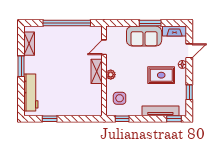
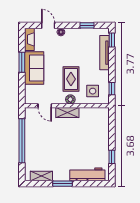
rug: (161, 75) -> (71, 79), moved

